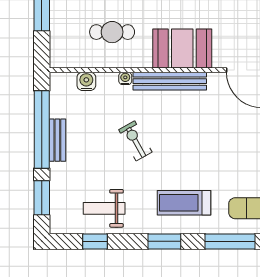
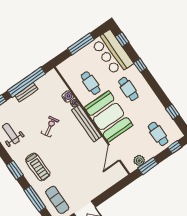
booth: (182, 49) -> (109, 116), width x1.36, depth x1.42
water cooler: (86, 81) -> (68, 96), moved
treadmill: (184, 203) -> (38, 167), turned 180

